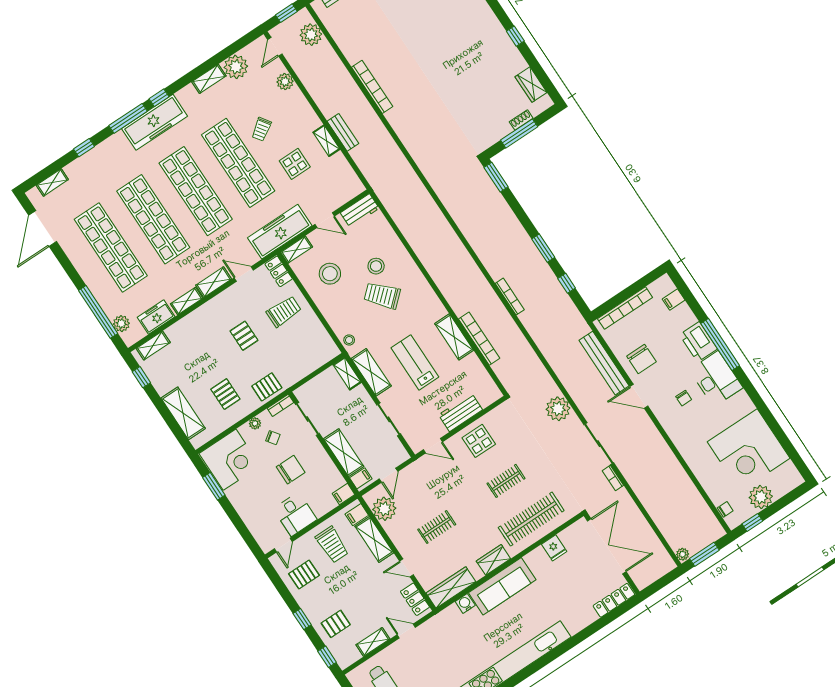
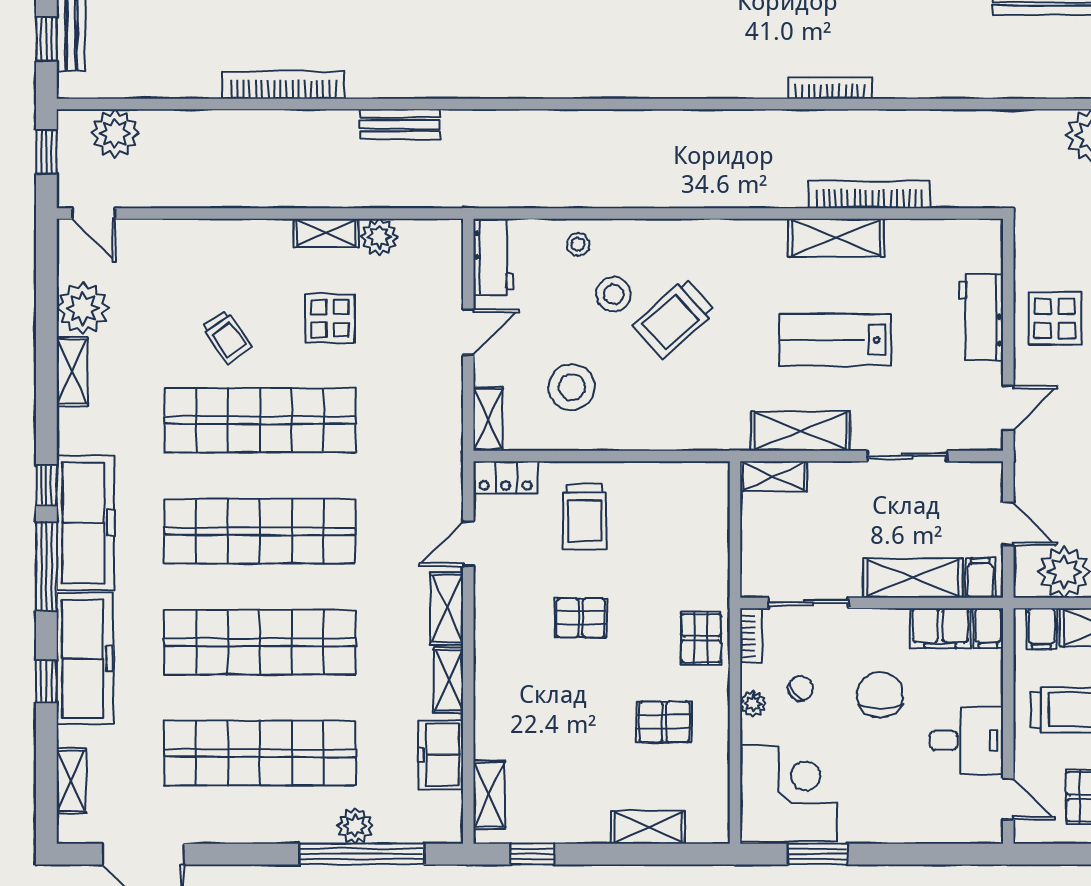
plant: (285, 82) -> (379, 237), moved
bench: (343, 132) -> (400, 124), moved
freezer: (280, 232) -> (85, 659), moved, turned 180
trolley: (284, 311) -> (585, 516), turned 180
plant: (121, 324) -> (355, 826), moved
stool: (349, 340) -> (578, 244), moved
shelving: (183, 413) -> (648, 827), width x0.67, depth x0.75
filing cabinet: (331, 476) -> (940, 628), added

